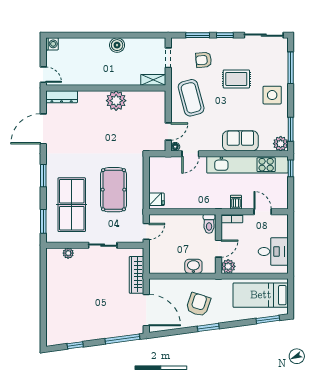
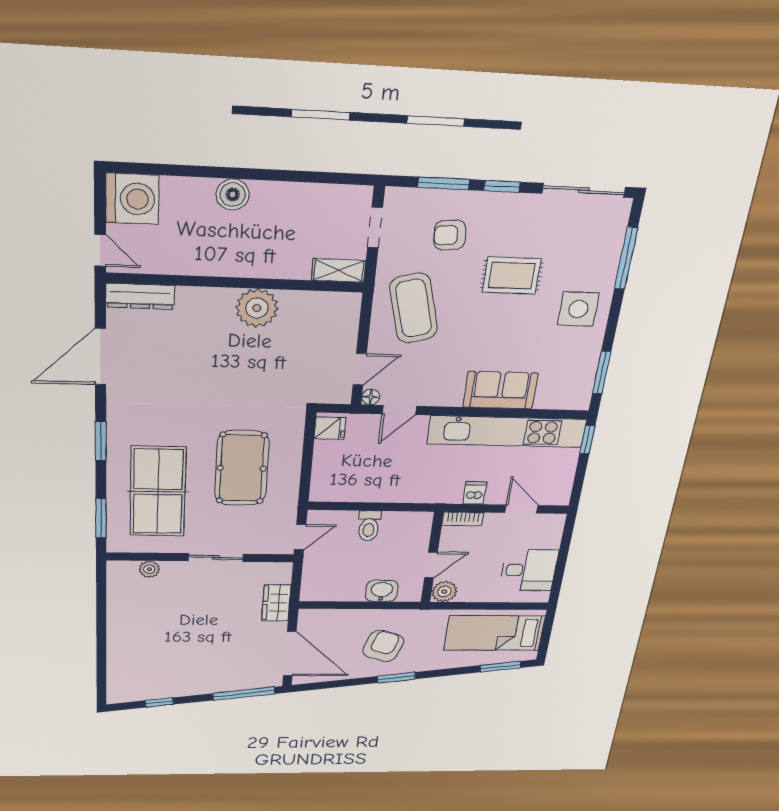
washing machine: (52, 44) -> (132, 199), width x1.89, depth x1.89
boiler: (117, 45) -> (233, 194), moved
plant: (281, 144) -> (577, 397), removed
fridge: (156, 199) -> (330, 428), moved
toilet: (209, 224) -> (369, 526), moved
wardrobe: (137, 275) -> (276, 603), width x0.67

